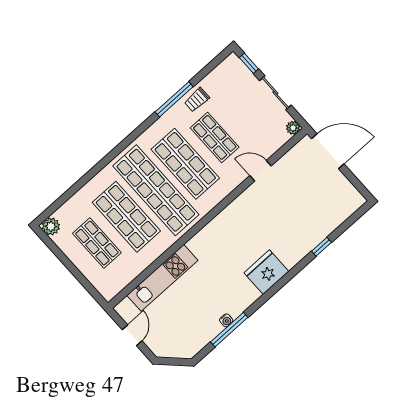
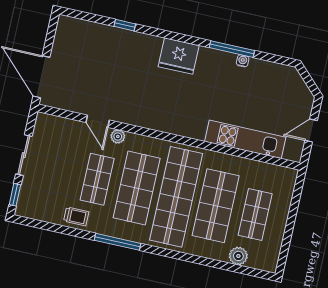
window: (174, 99) -> (117, 242), moved
plant: (293, 128) -> (118, 136), moved
plant: (51, 226) -> (238, 256), moved
window: (229, 330) -> (232, 49), moved

